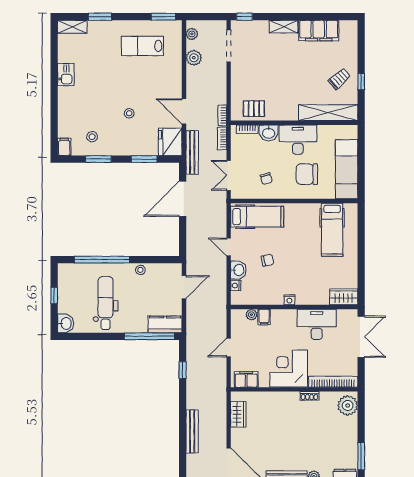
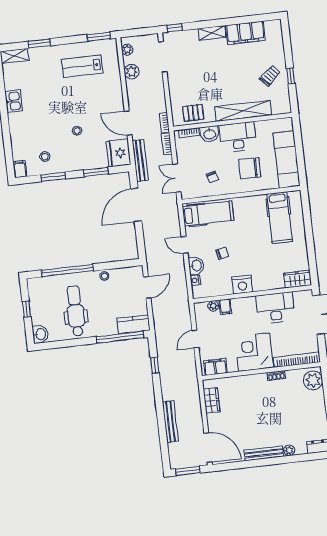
shelving: (328, 113) -> (243, 111), moved
nightstand: (289, 300) -> (242, 285), width x1.89, depth x1.79

